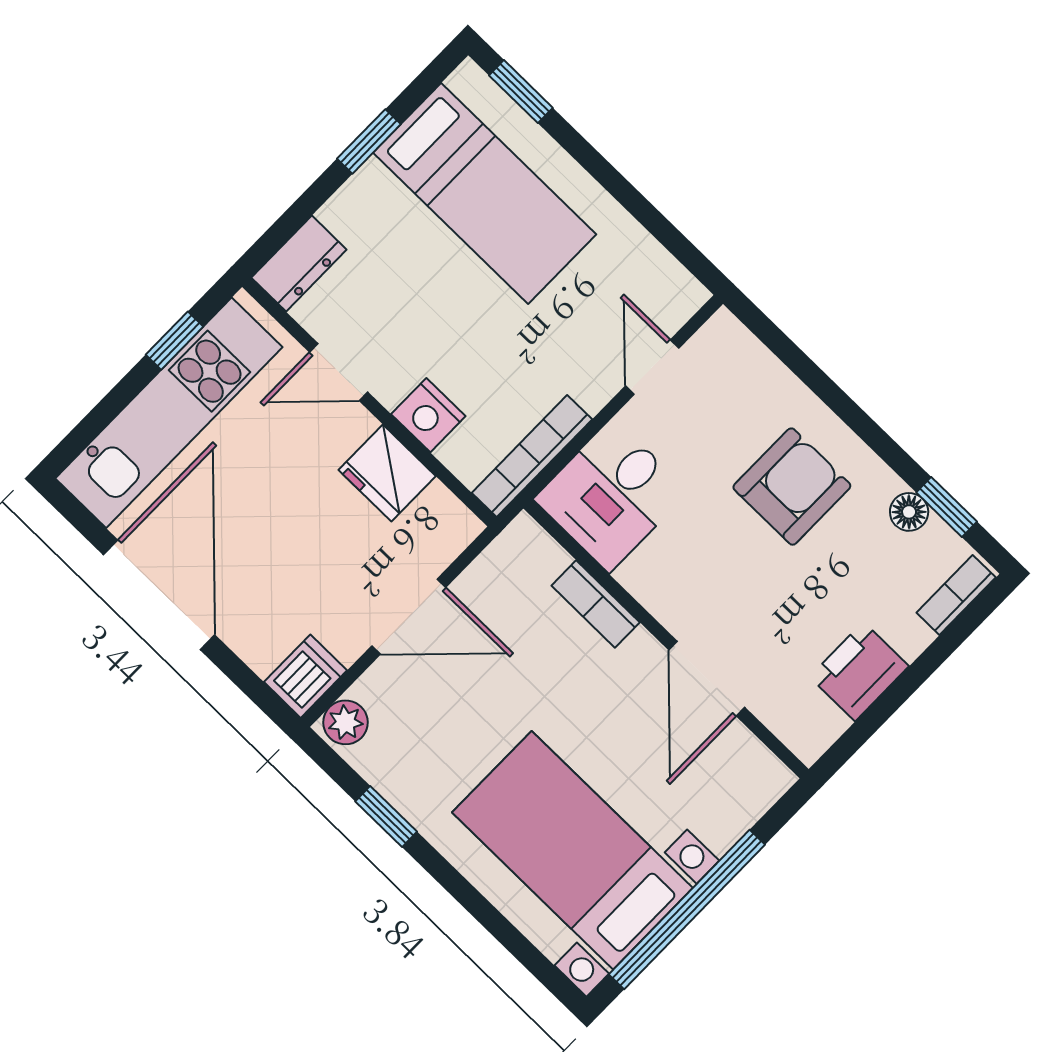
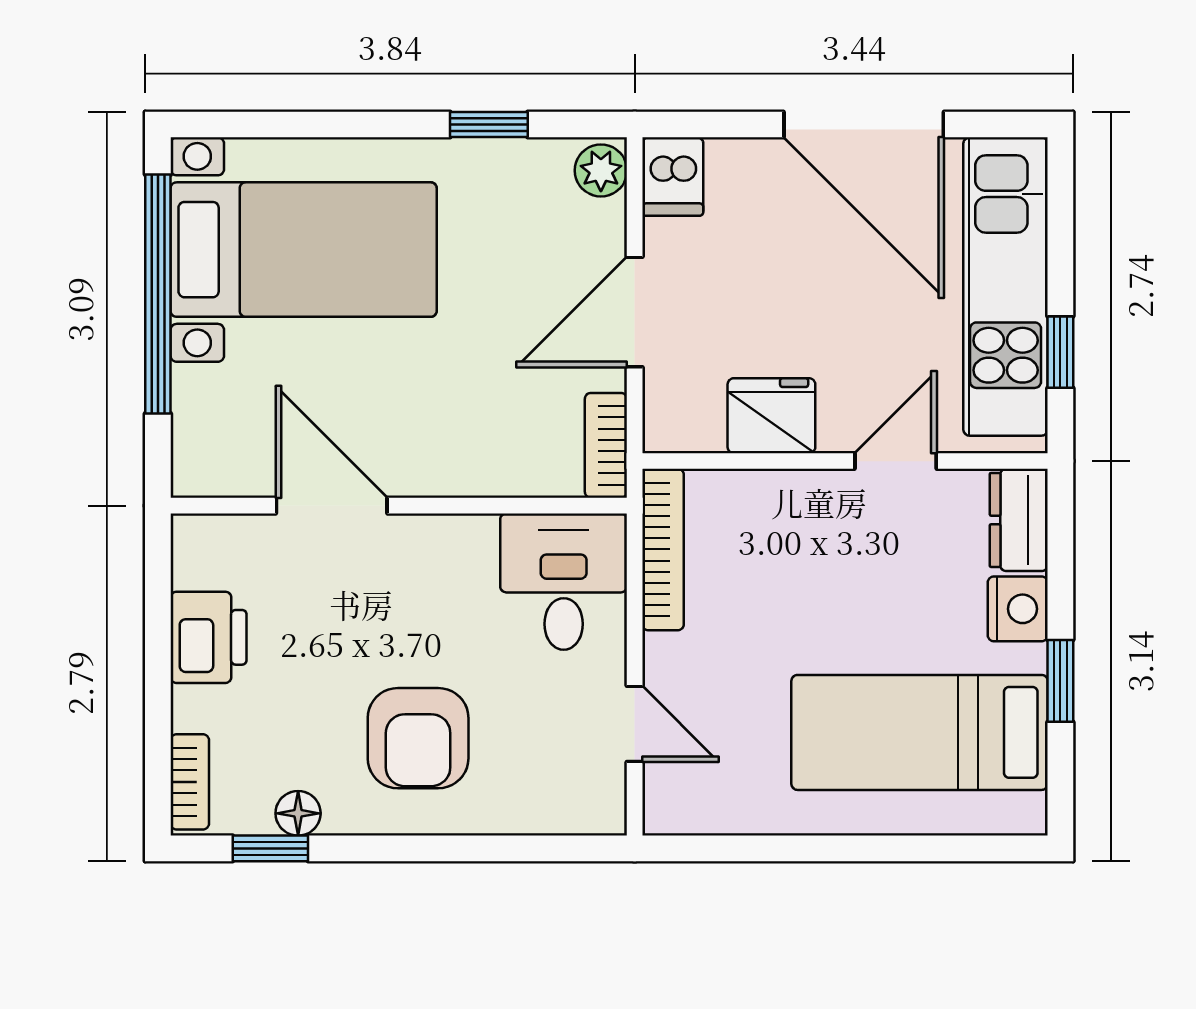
window: (521, 92) -> (973, 848), removed
nightstand: (428, 415) -> (1018, 609), moved, turned 90
bookcase: (596, 604) -> (606, 445), moved, turned -90

